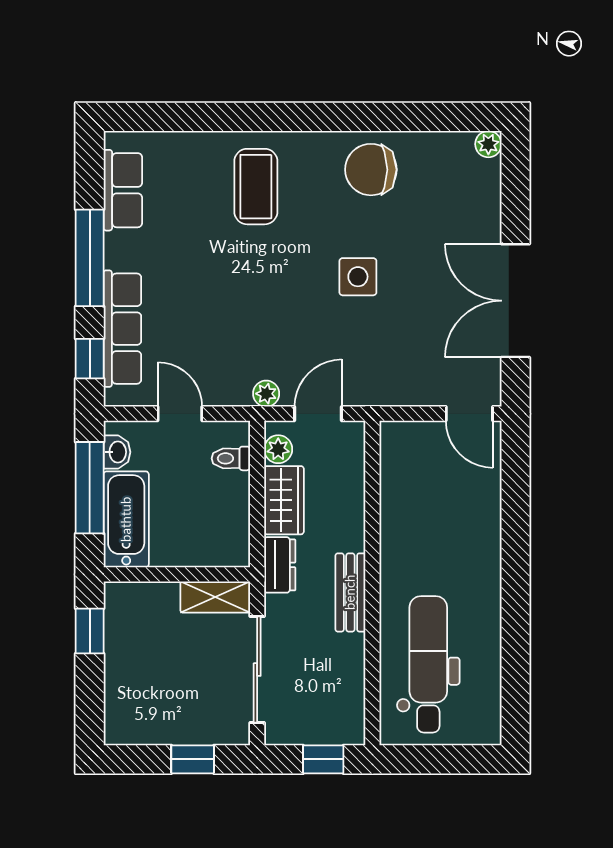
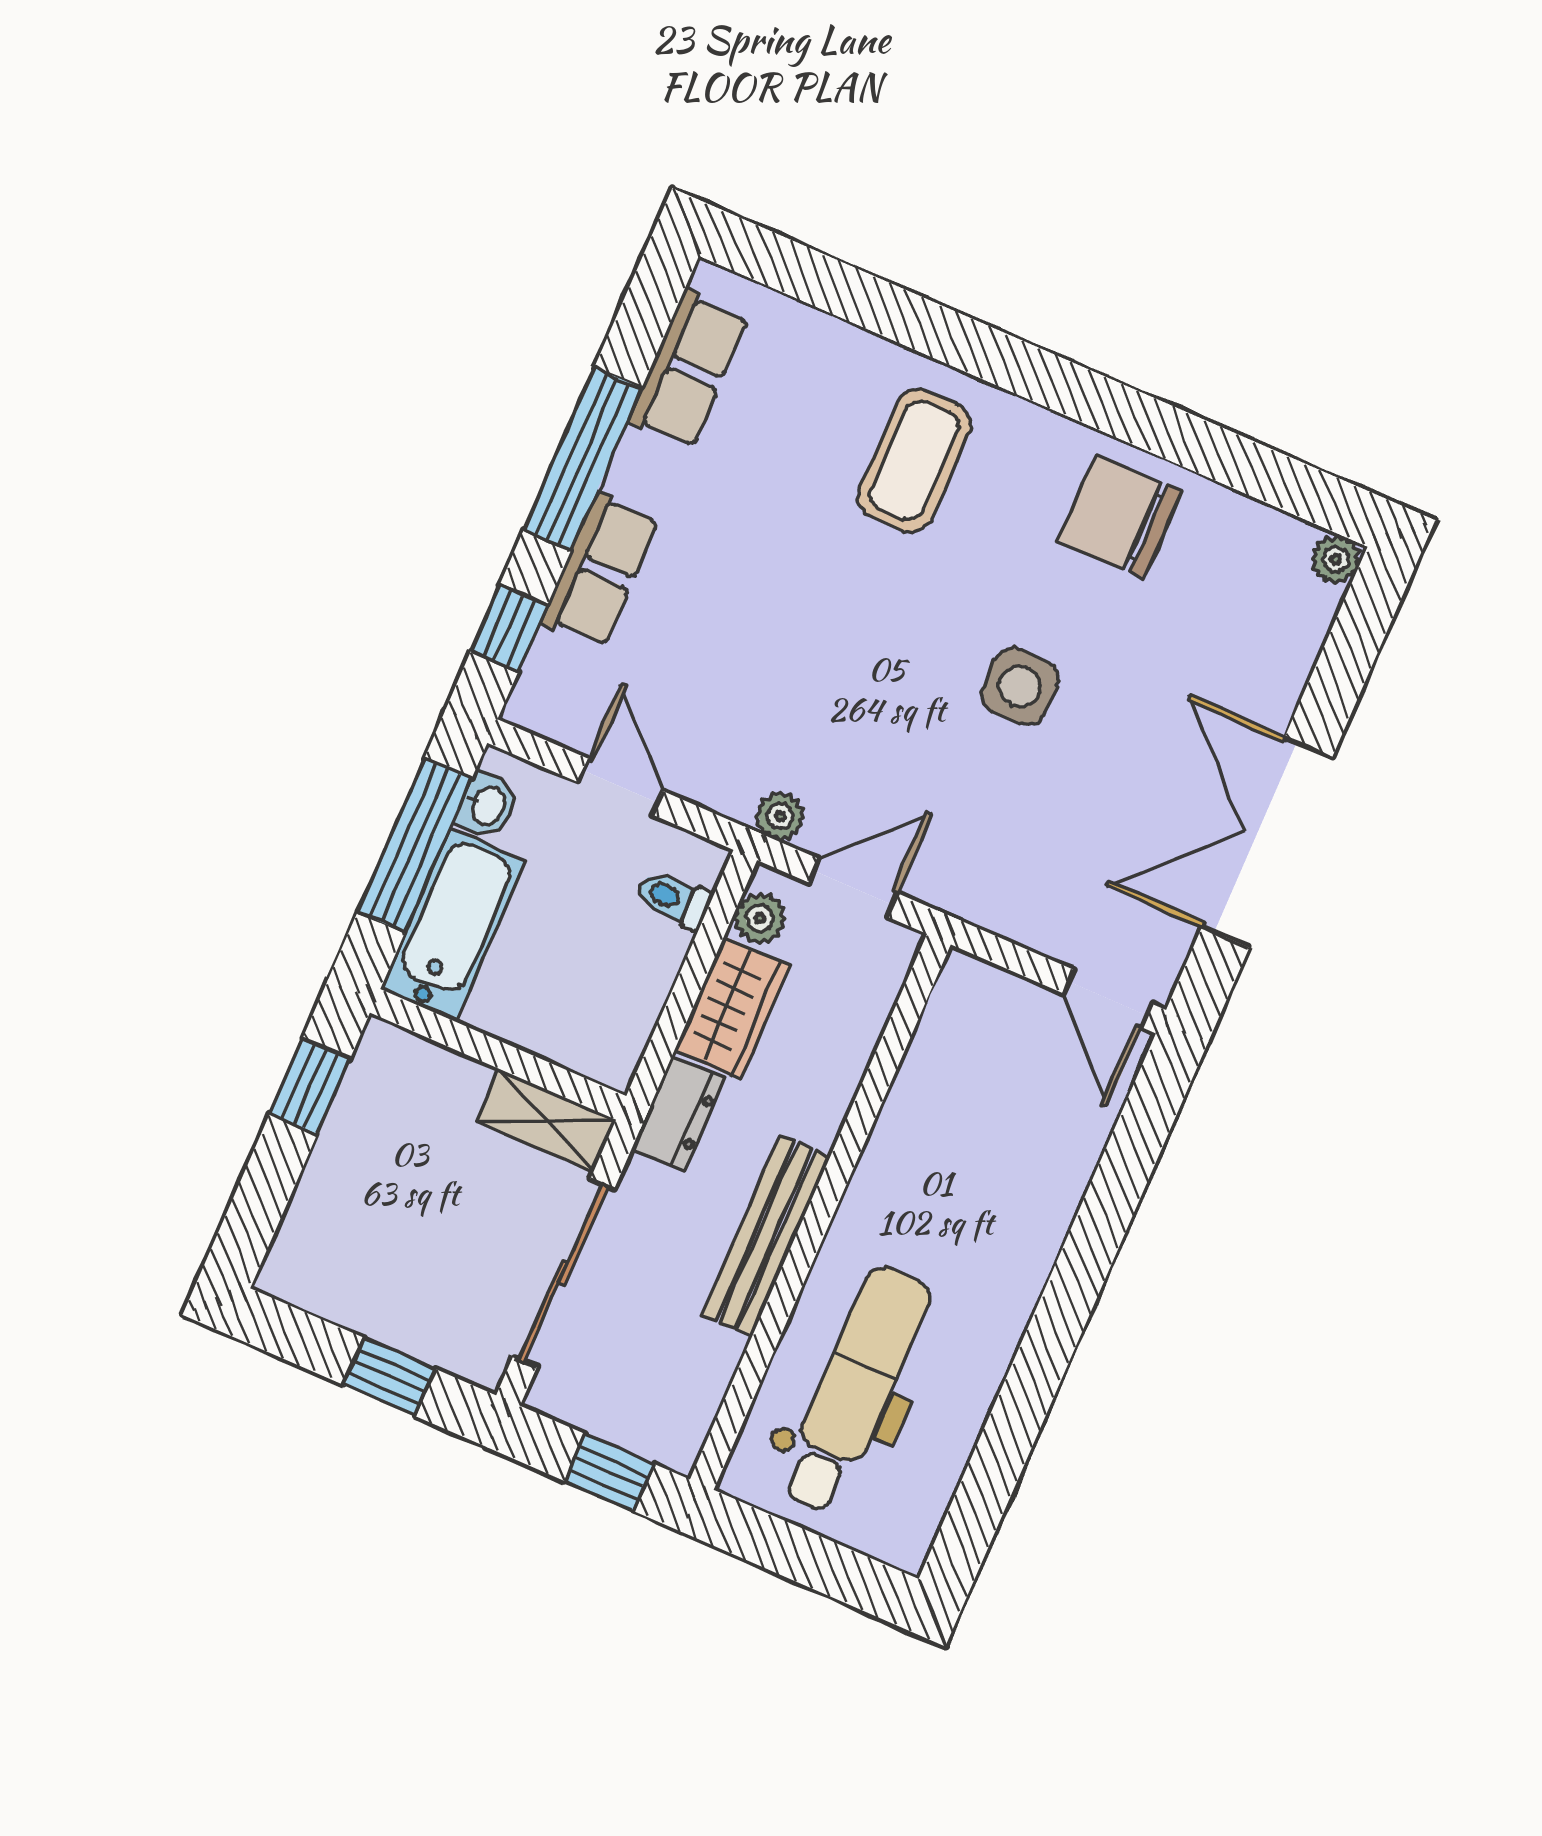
row of seats: (122, 329) -> (600, 570), width x0.68
bench: (350, 592) -> (766, 1236), width x1.36

